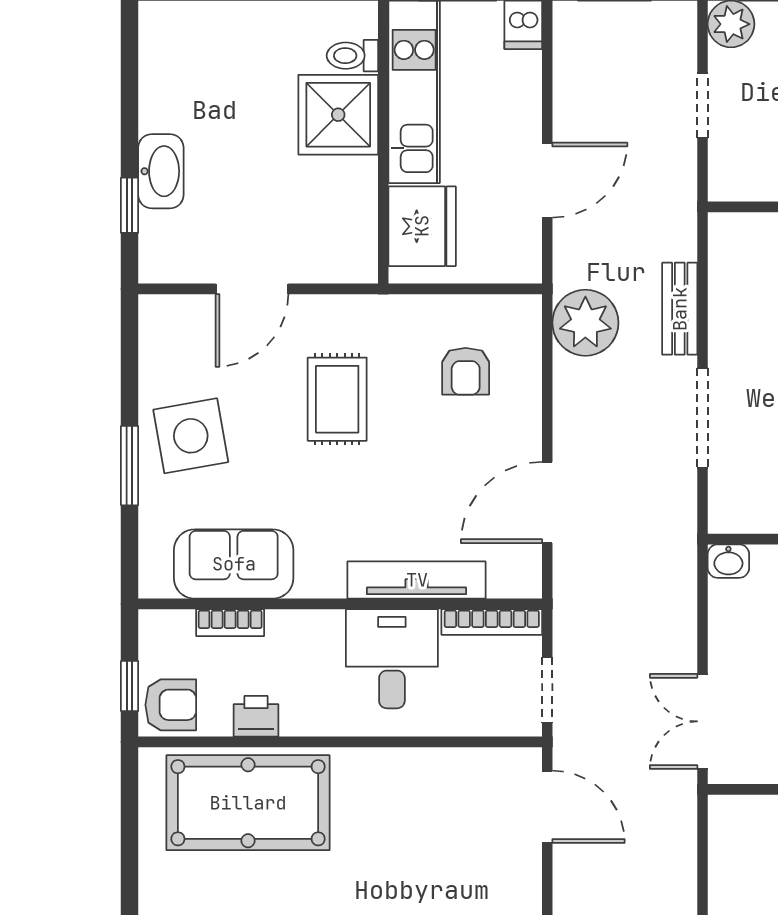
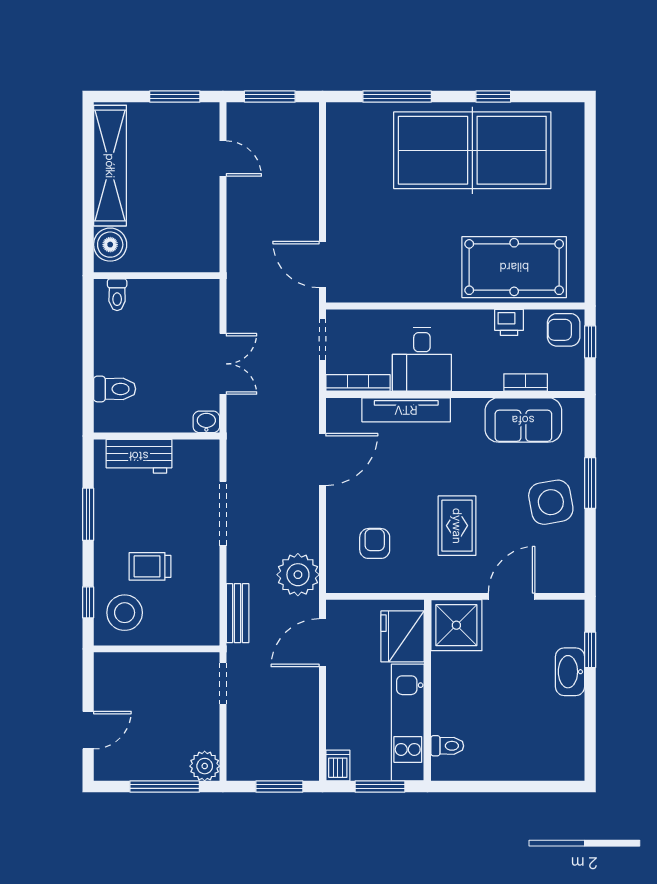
doorway: (703, 105) -> (223, 683), moved
shower: (338, 115) -> (456, 625), moved
door: (547, 180) -> (322, 643), moved
bench: (680, 309) -> (238, 613), moved
double door: (703, 721) -> (223, 364), moved

